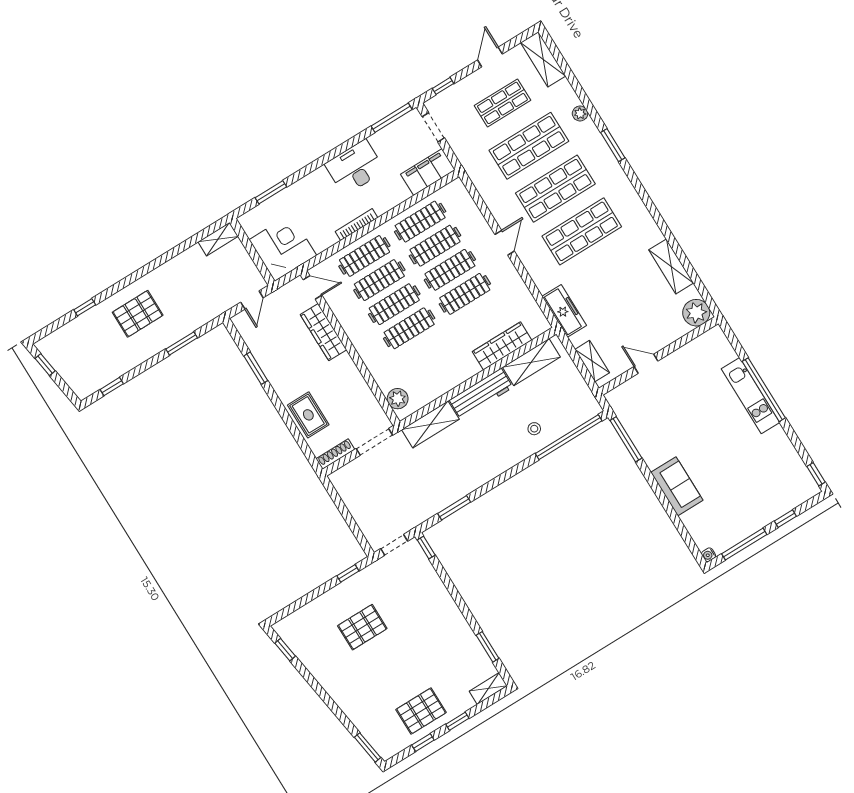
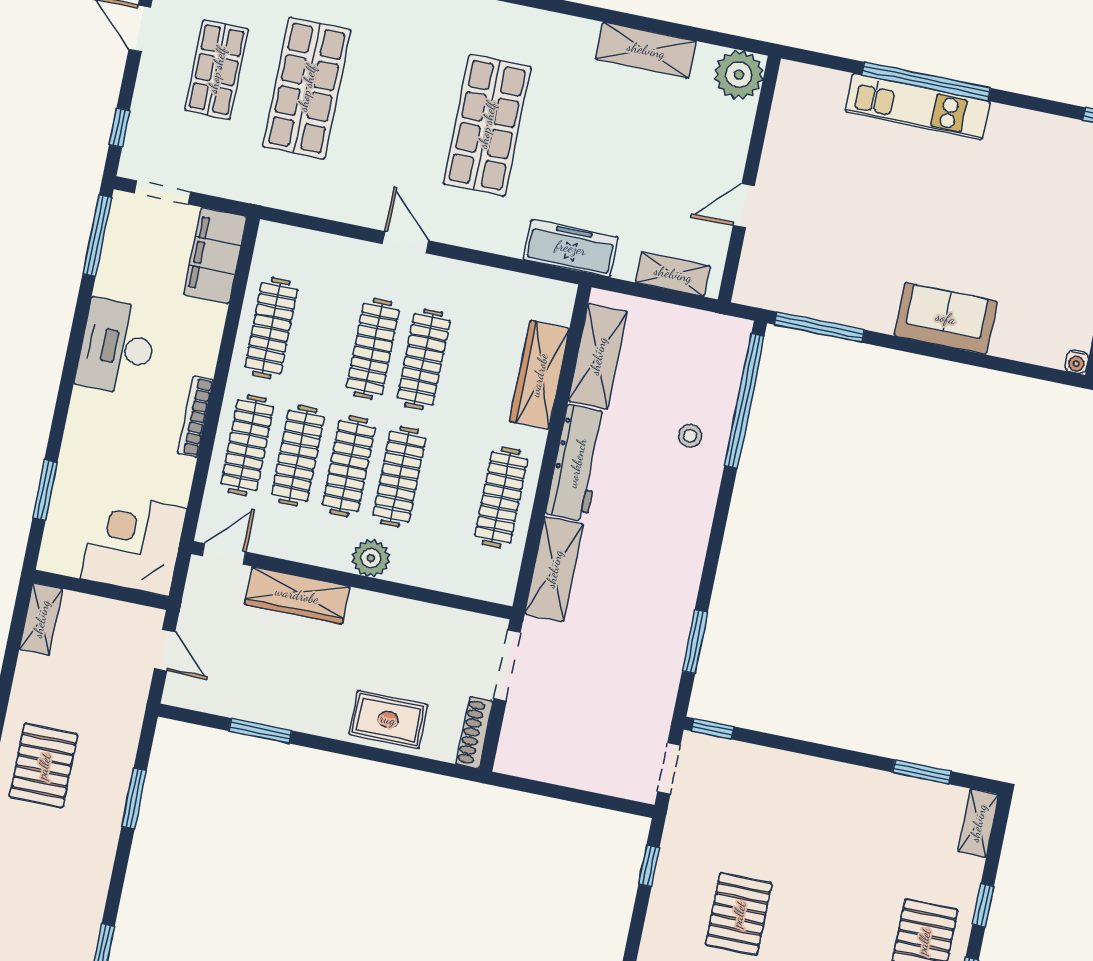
shop shelf: (555, 189) -> (397, 107), removed
clothes rail: (435, 246) -> (501, 497), moved
pallet: (138, 314) -> (44, 766), moved
plant: (398, 399) -> (371, 558), moved

